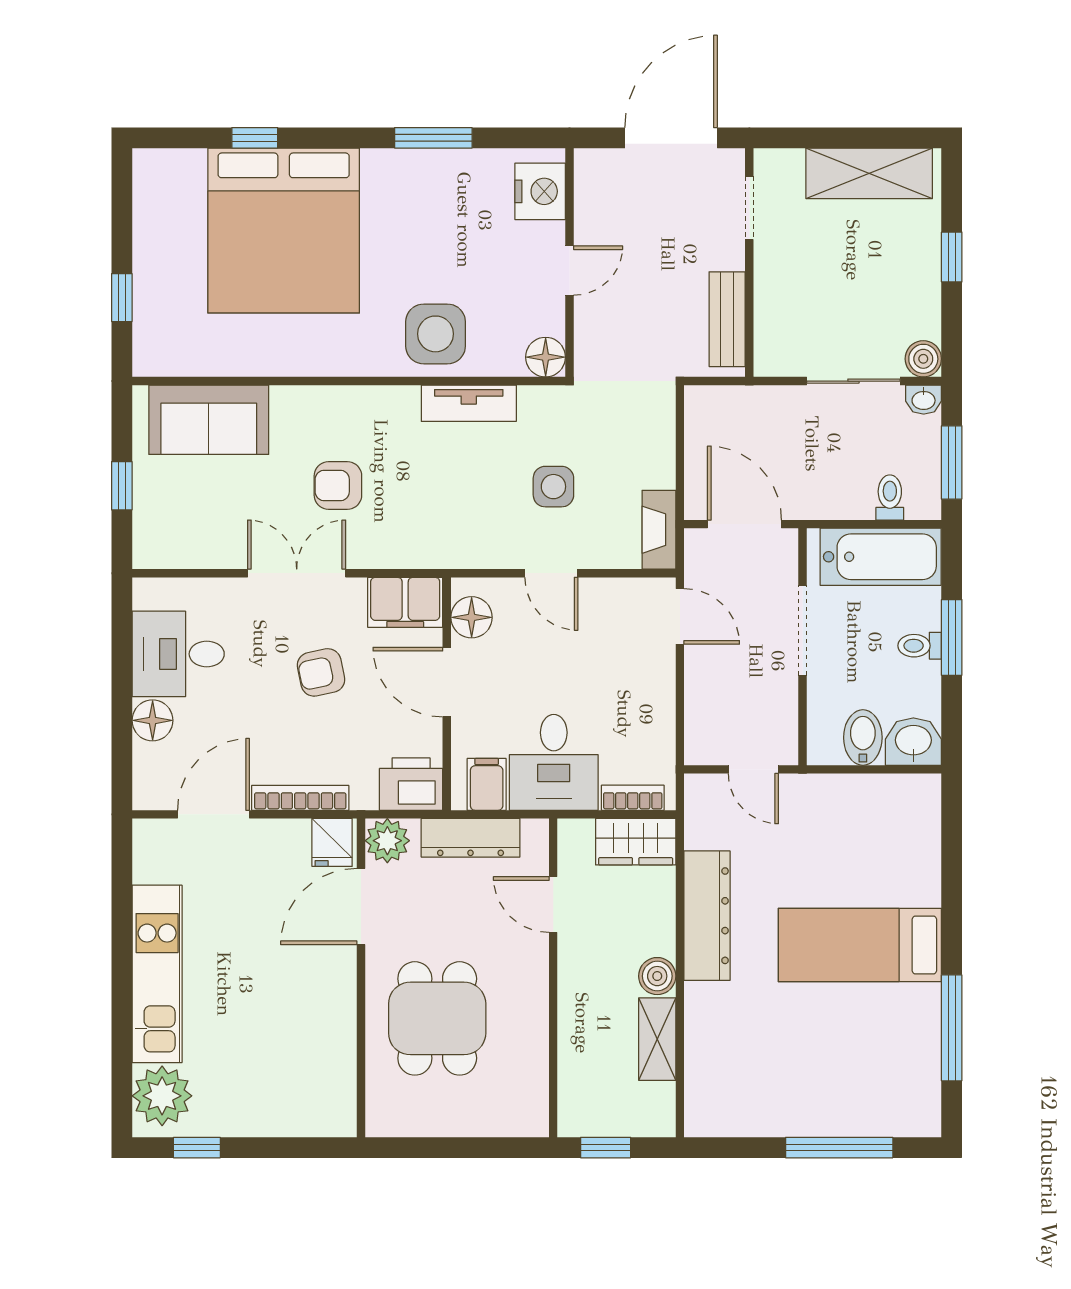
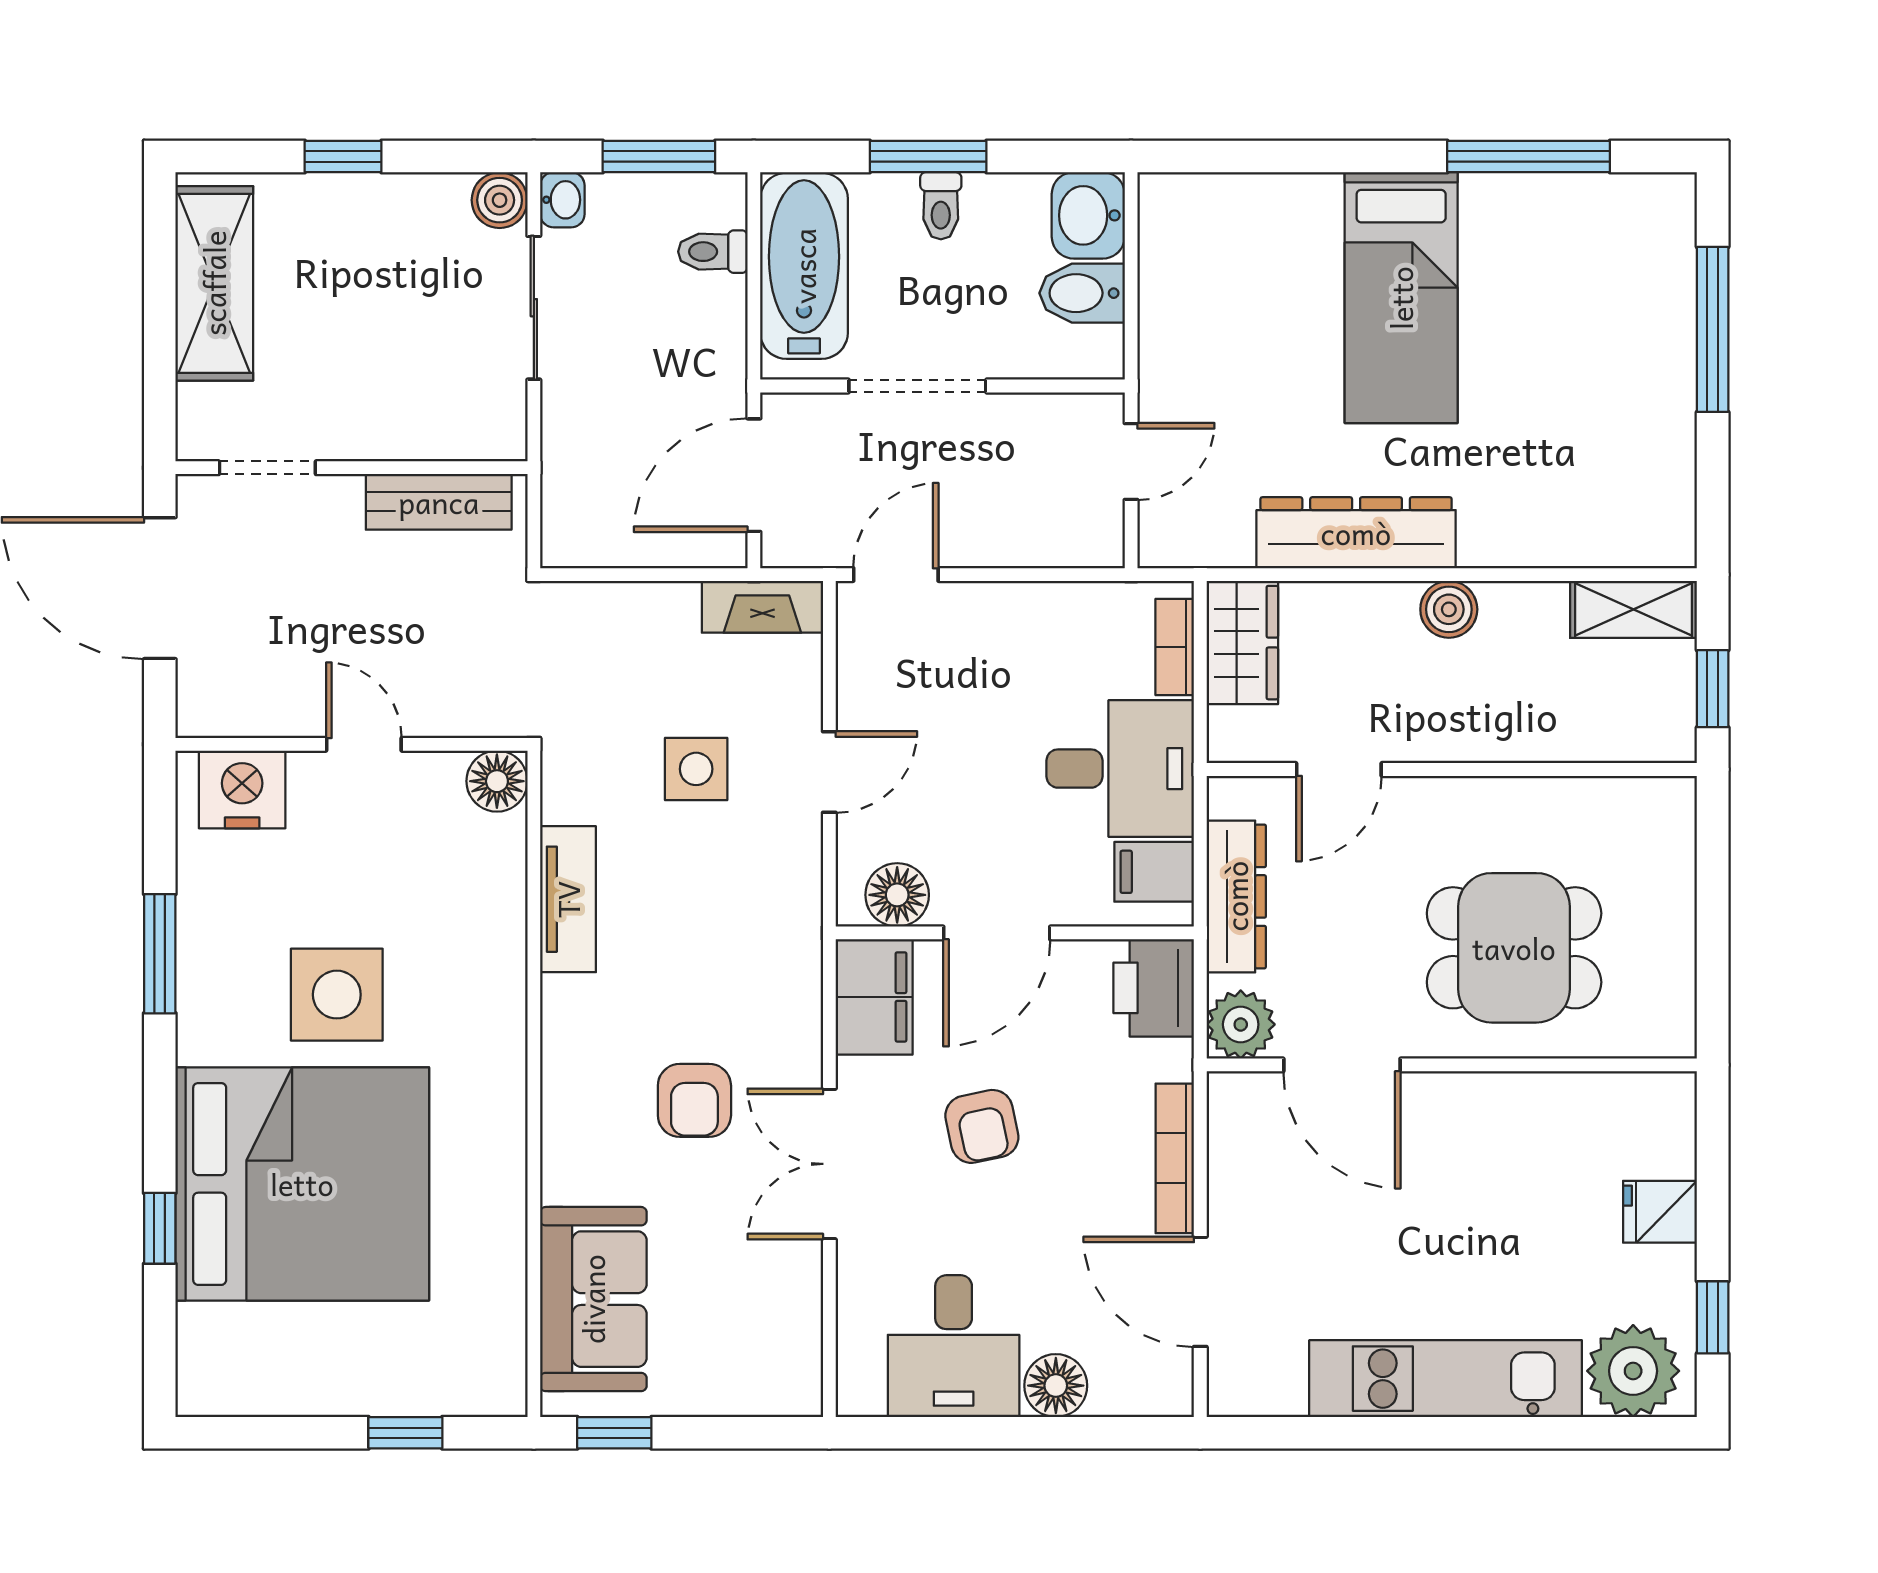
side table: (436, 334) -> (337, 995), moved
window: (122, 486) -> (614, 1433), moved
fridge: (332, 842) -> (1660, 1212), moved, turned 180
shelving: (657, 1039) -> (1633, 609), moved

